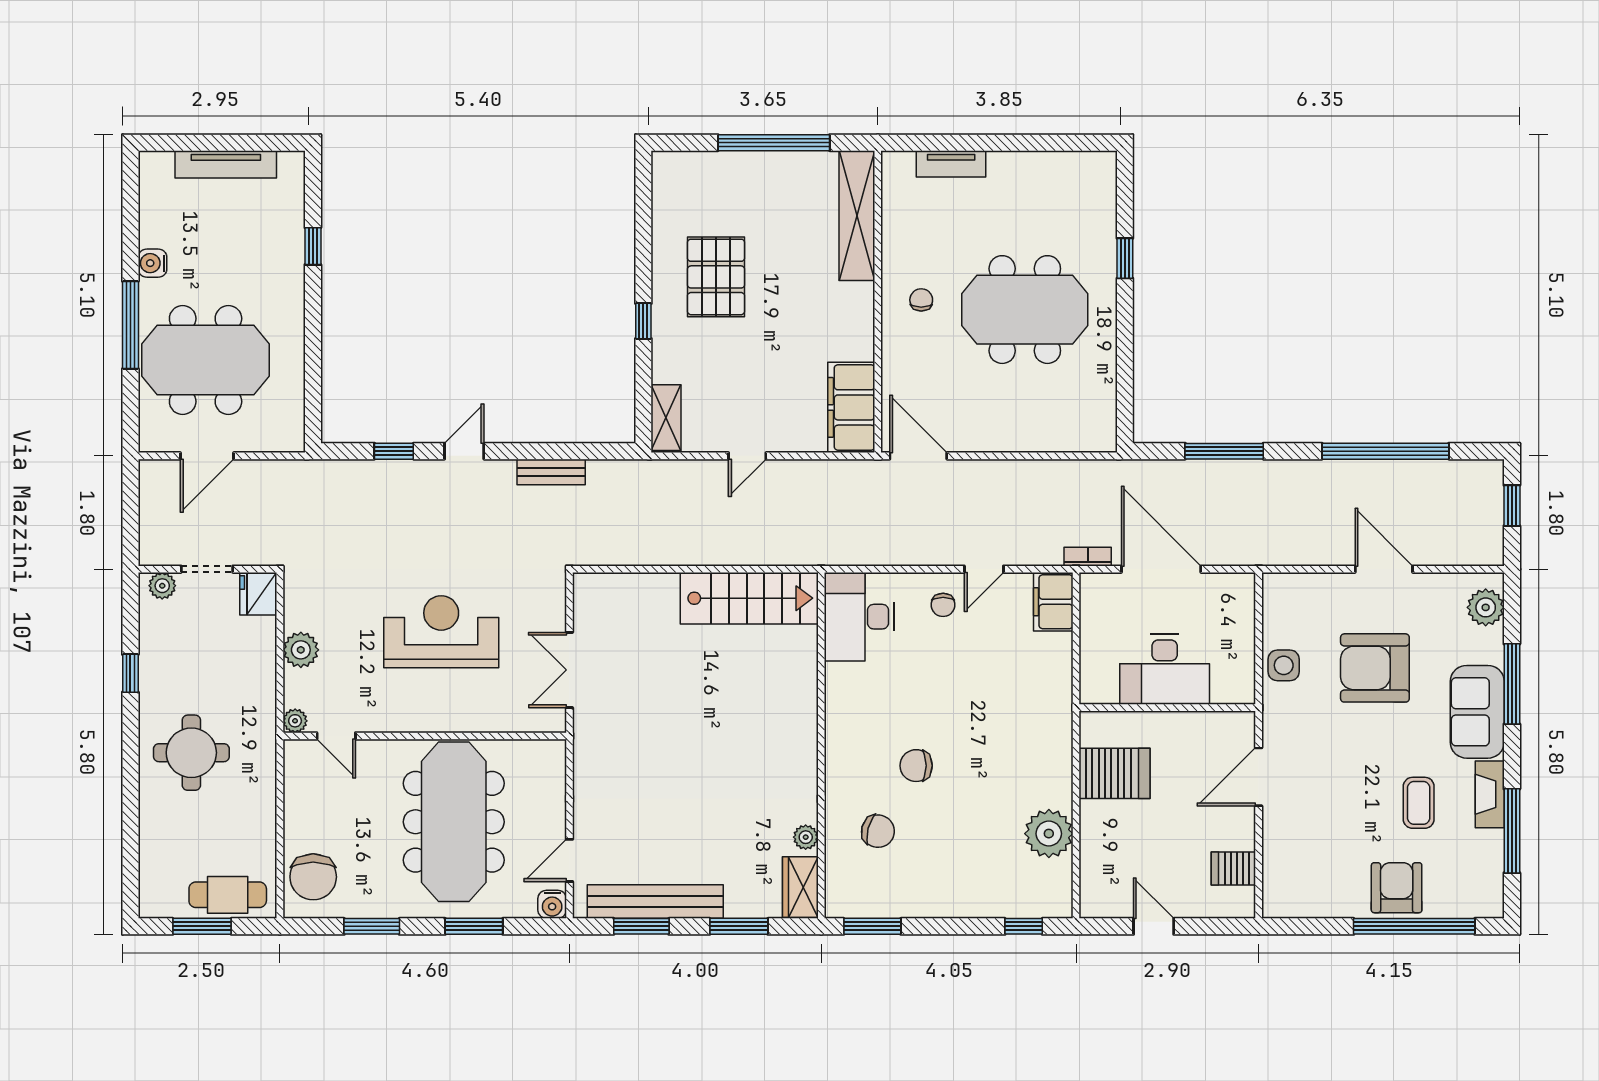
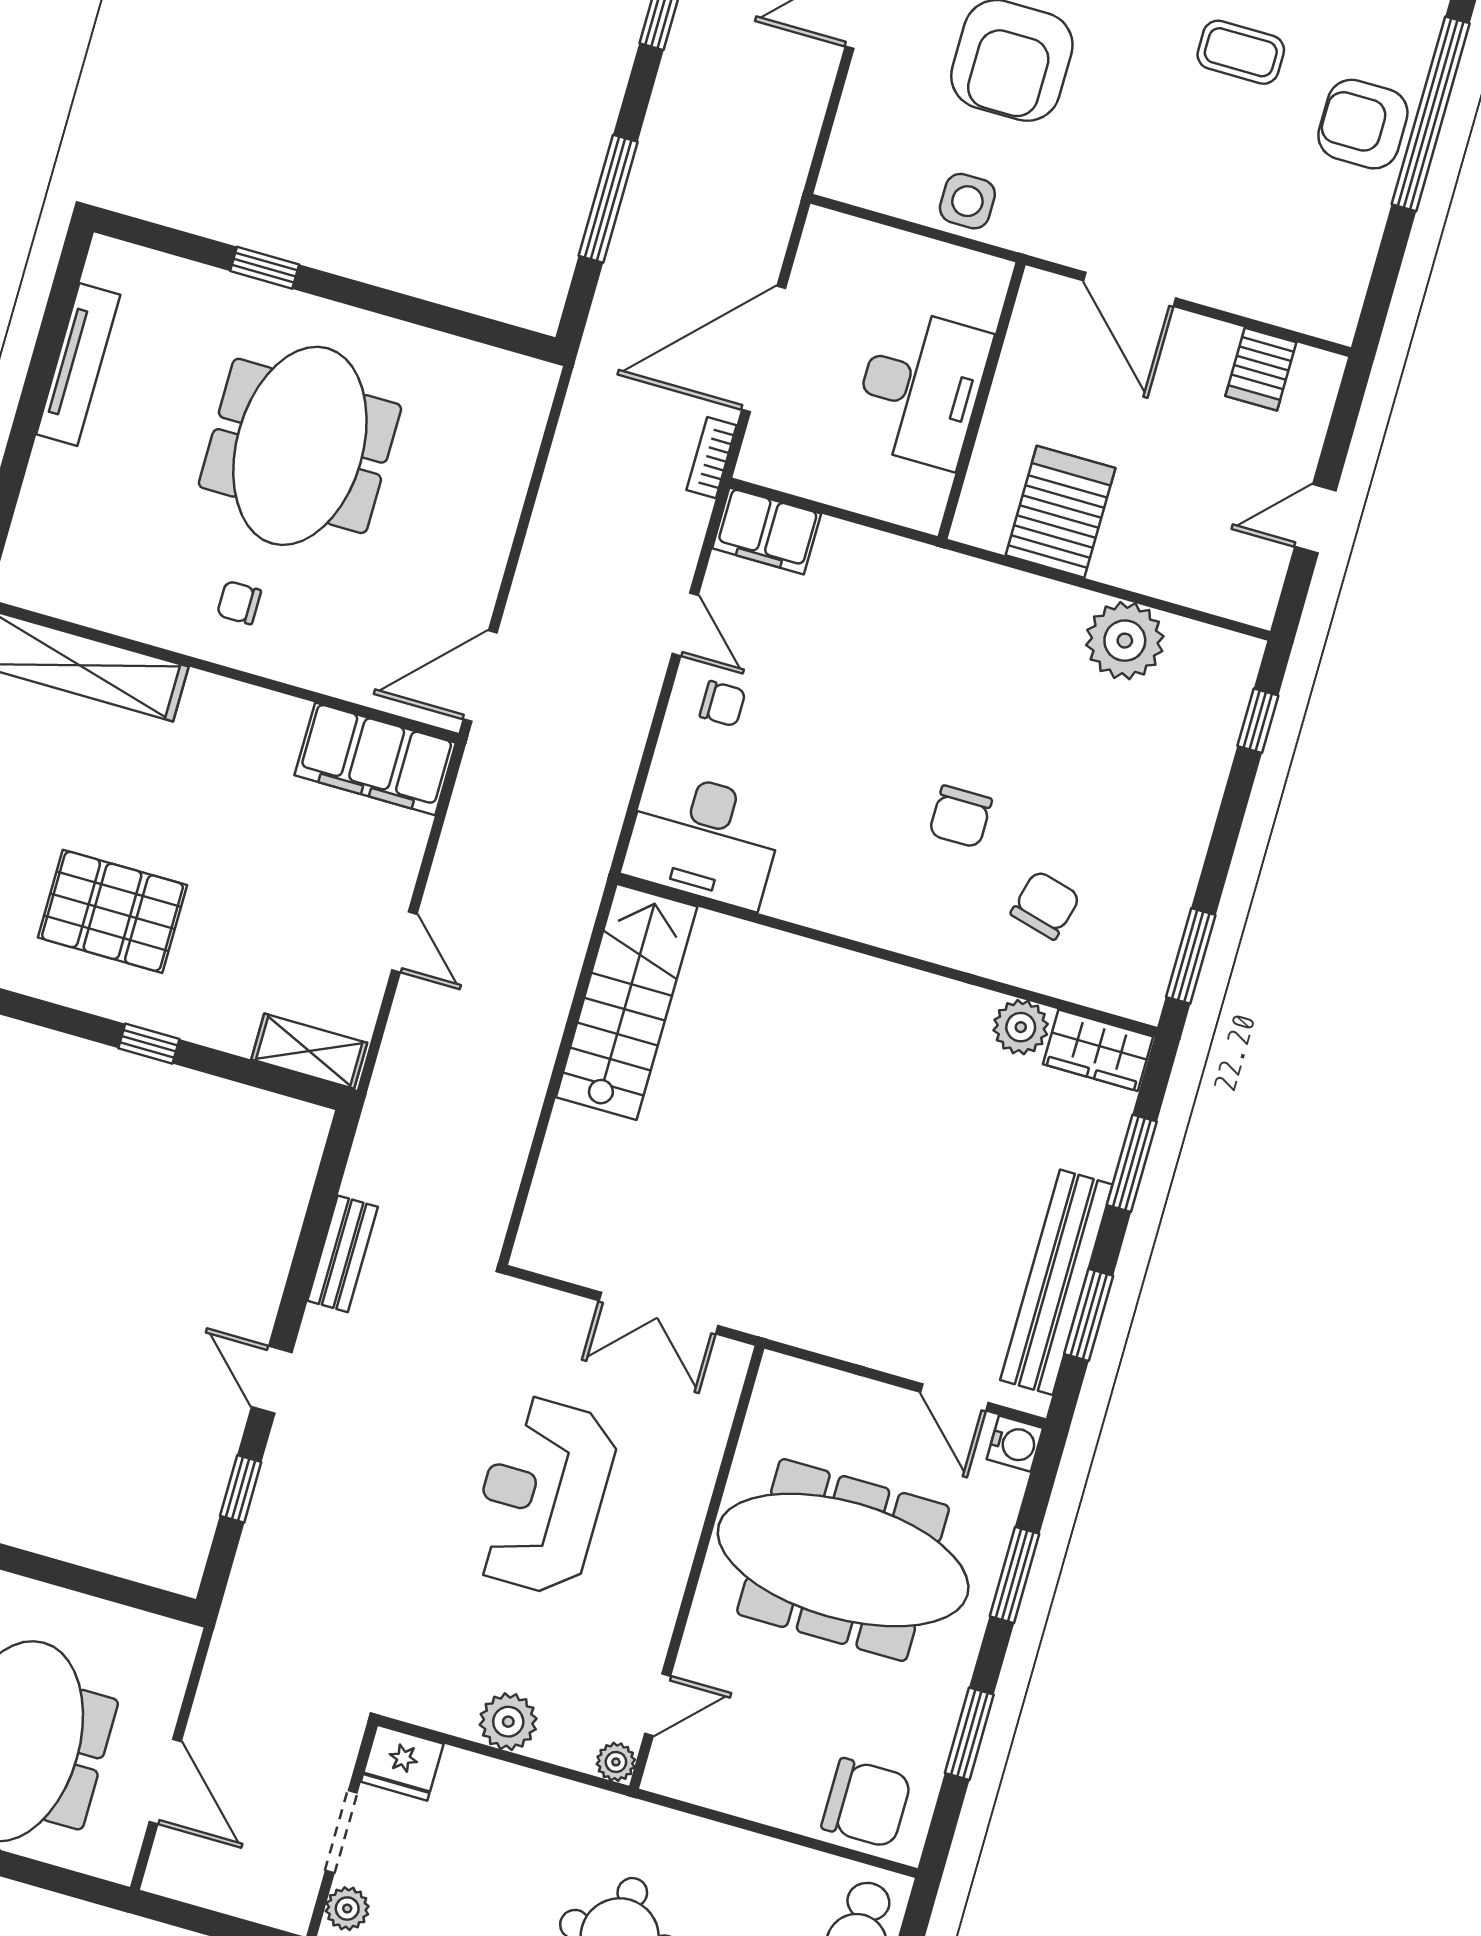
tv unit: (951, 164) -> (78, 365), moved, width x1.41
plant: (806, 837) -> (1021, 1027), width x1.38, depth x1.38

